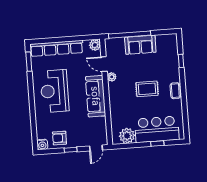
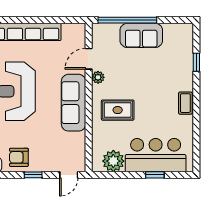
plant: (95, 45) -> (78, 31), removed
door: (104, 64) -> (89, 59), hinge flipped
rug: (147, 89) -> (118, 110), moved

